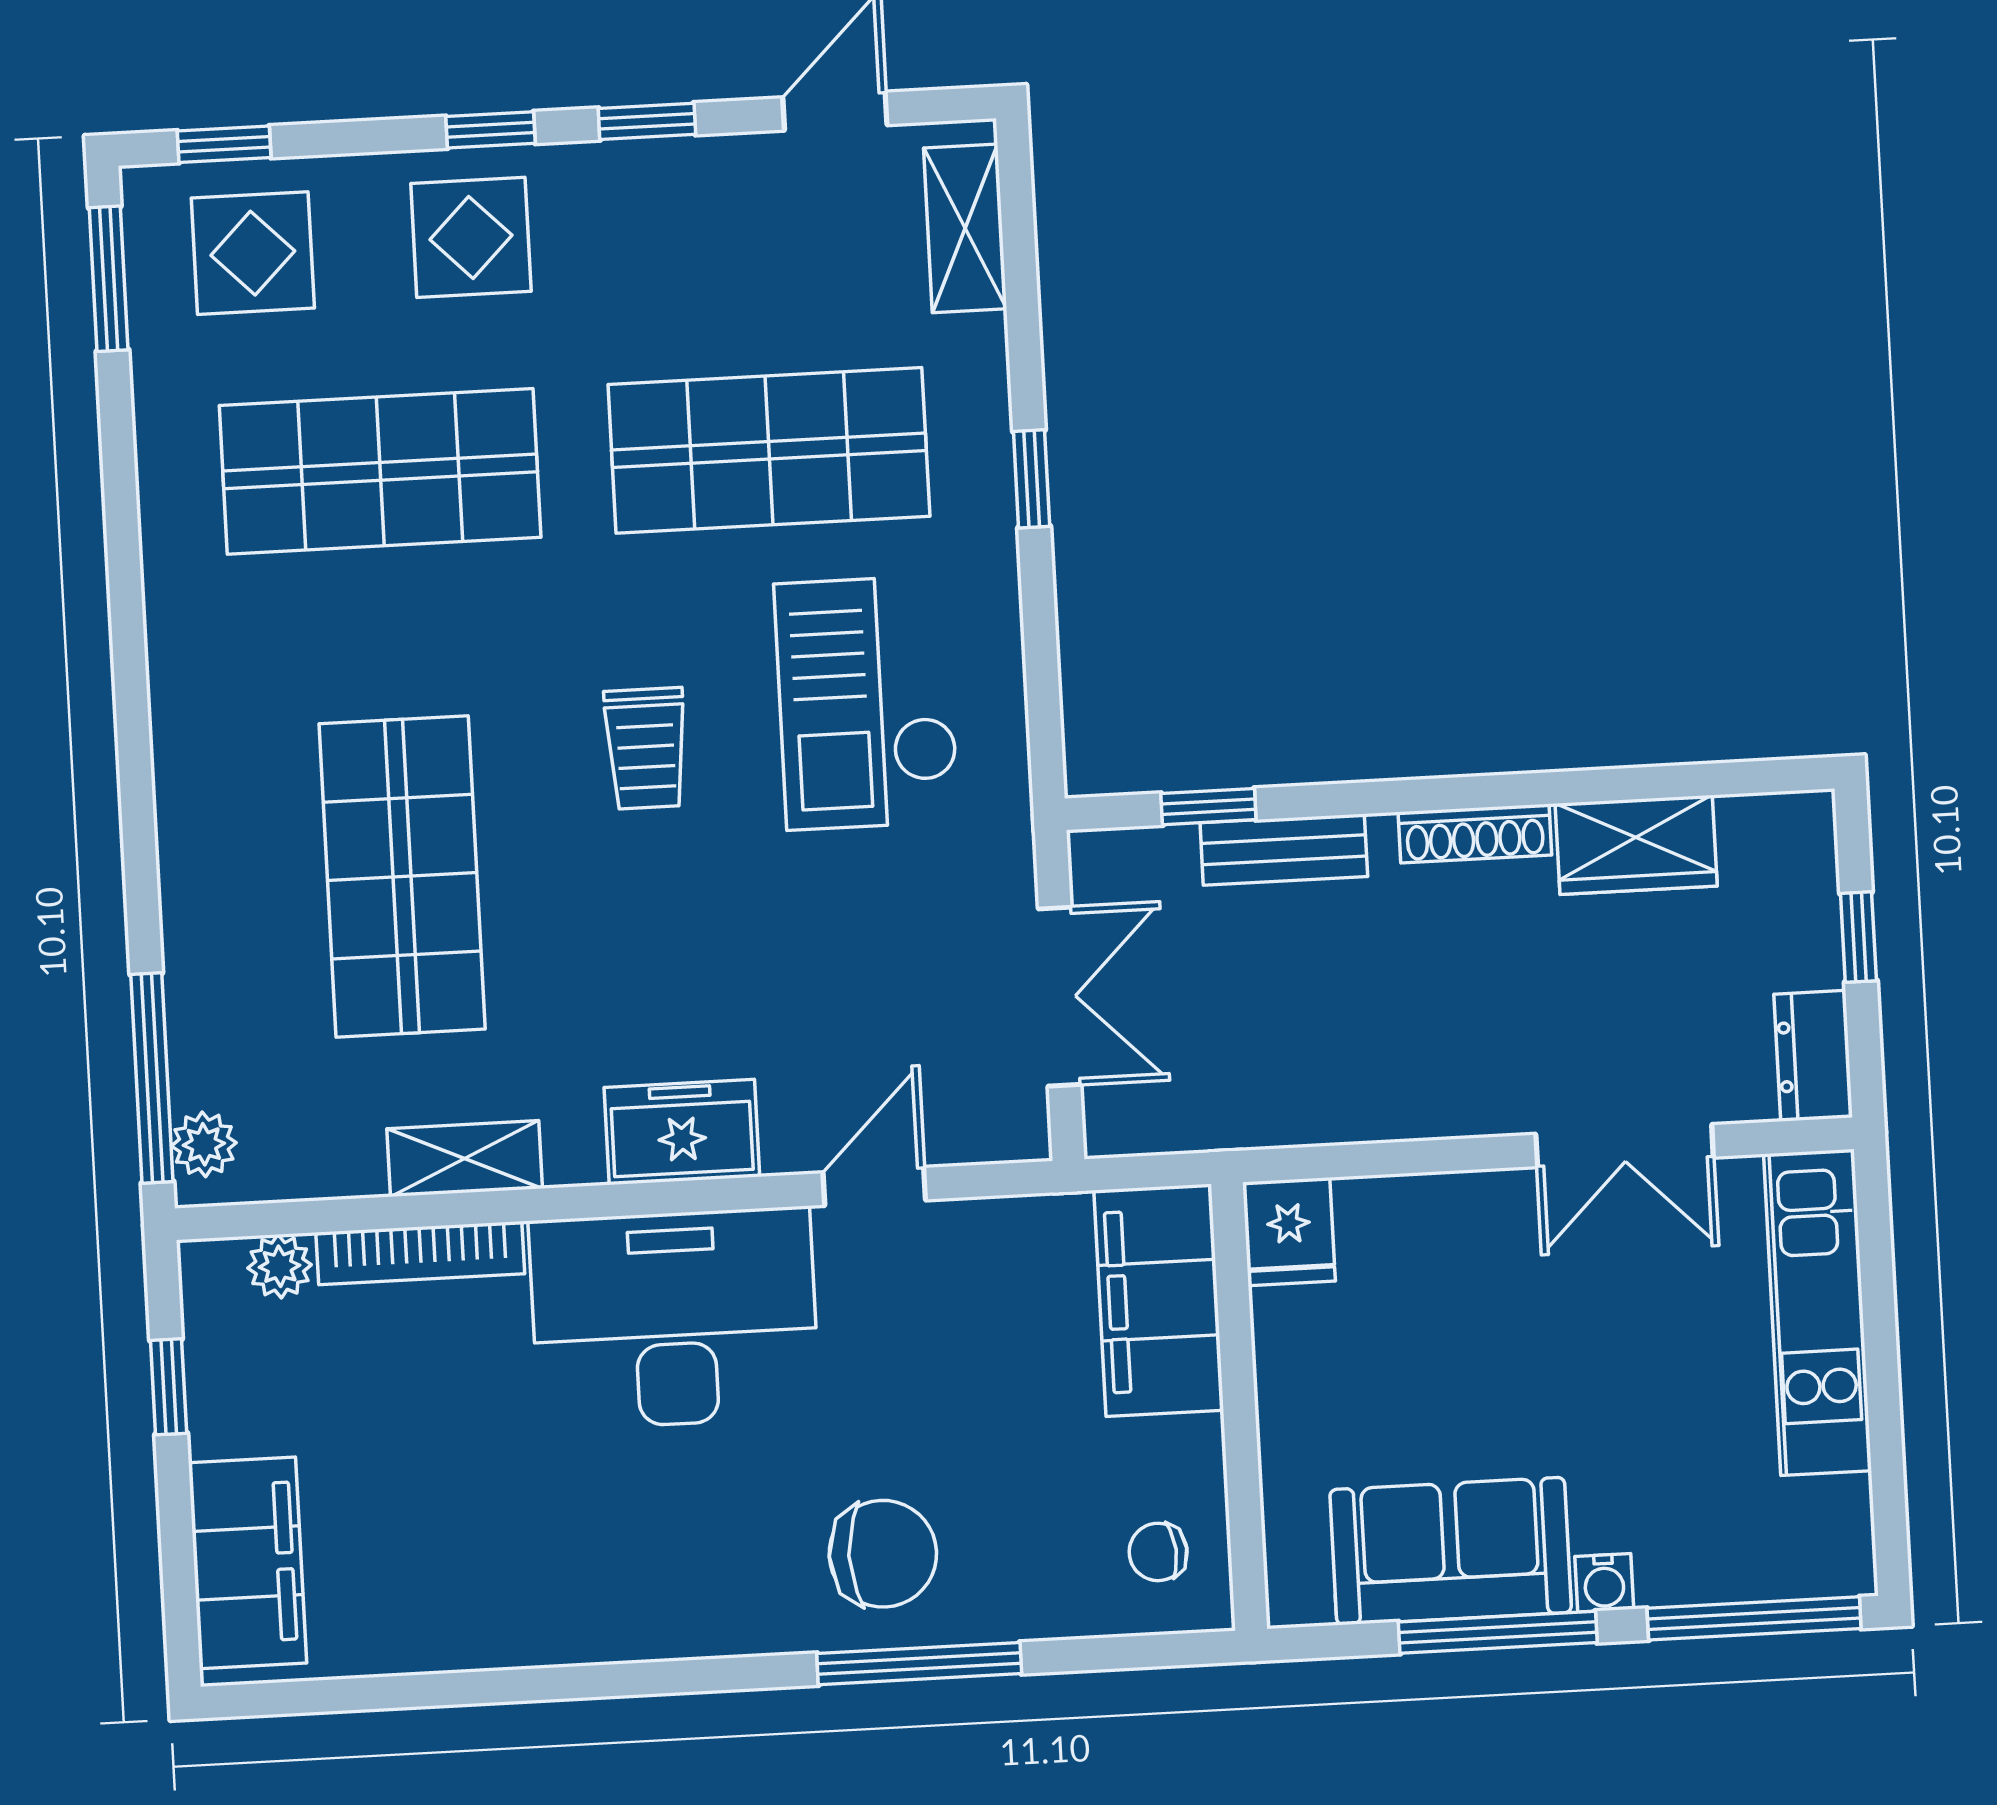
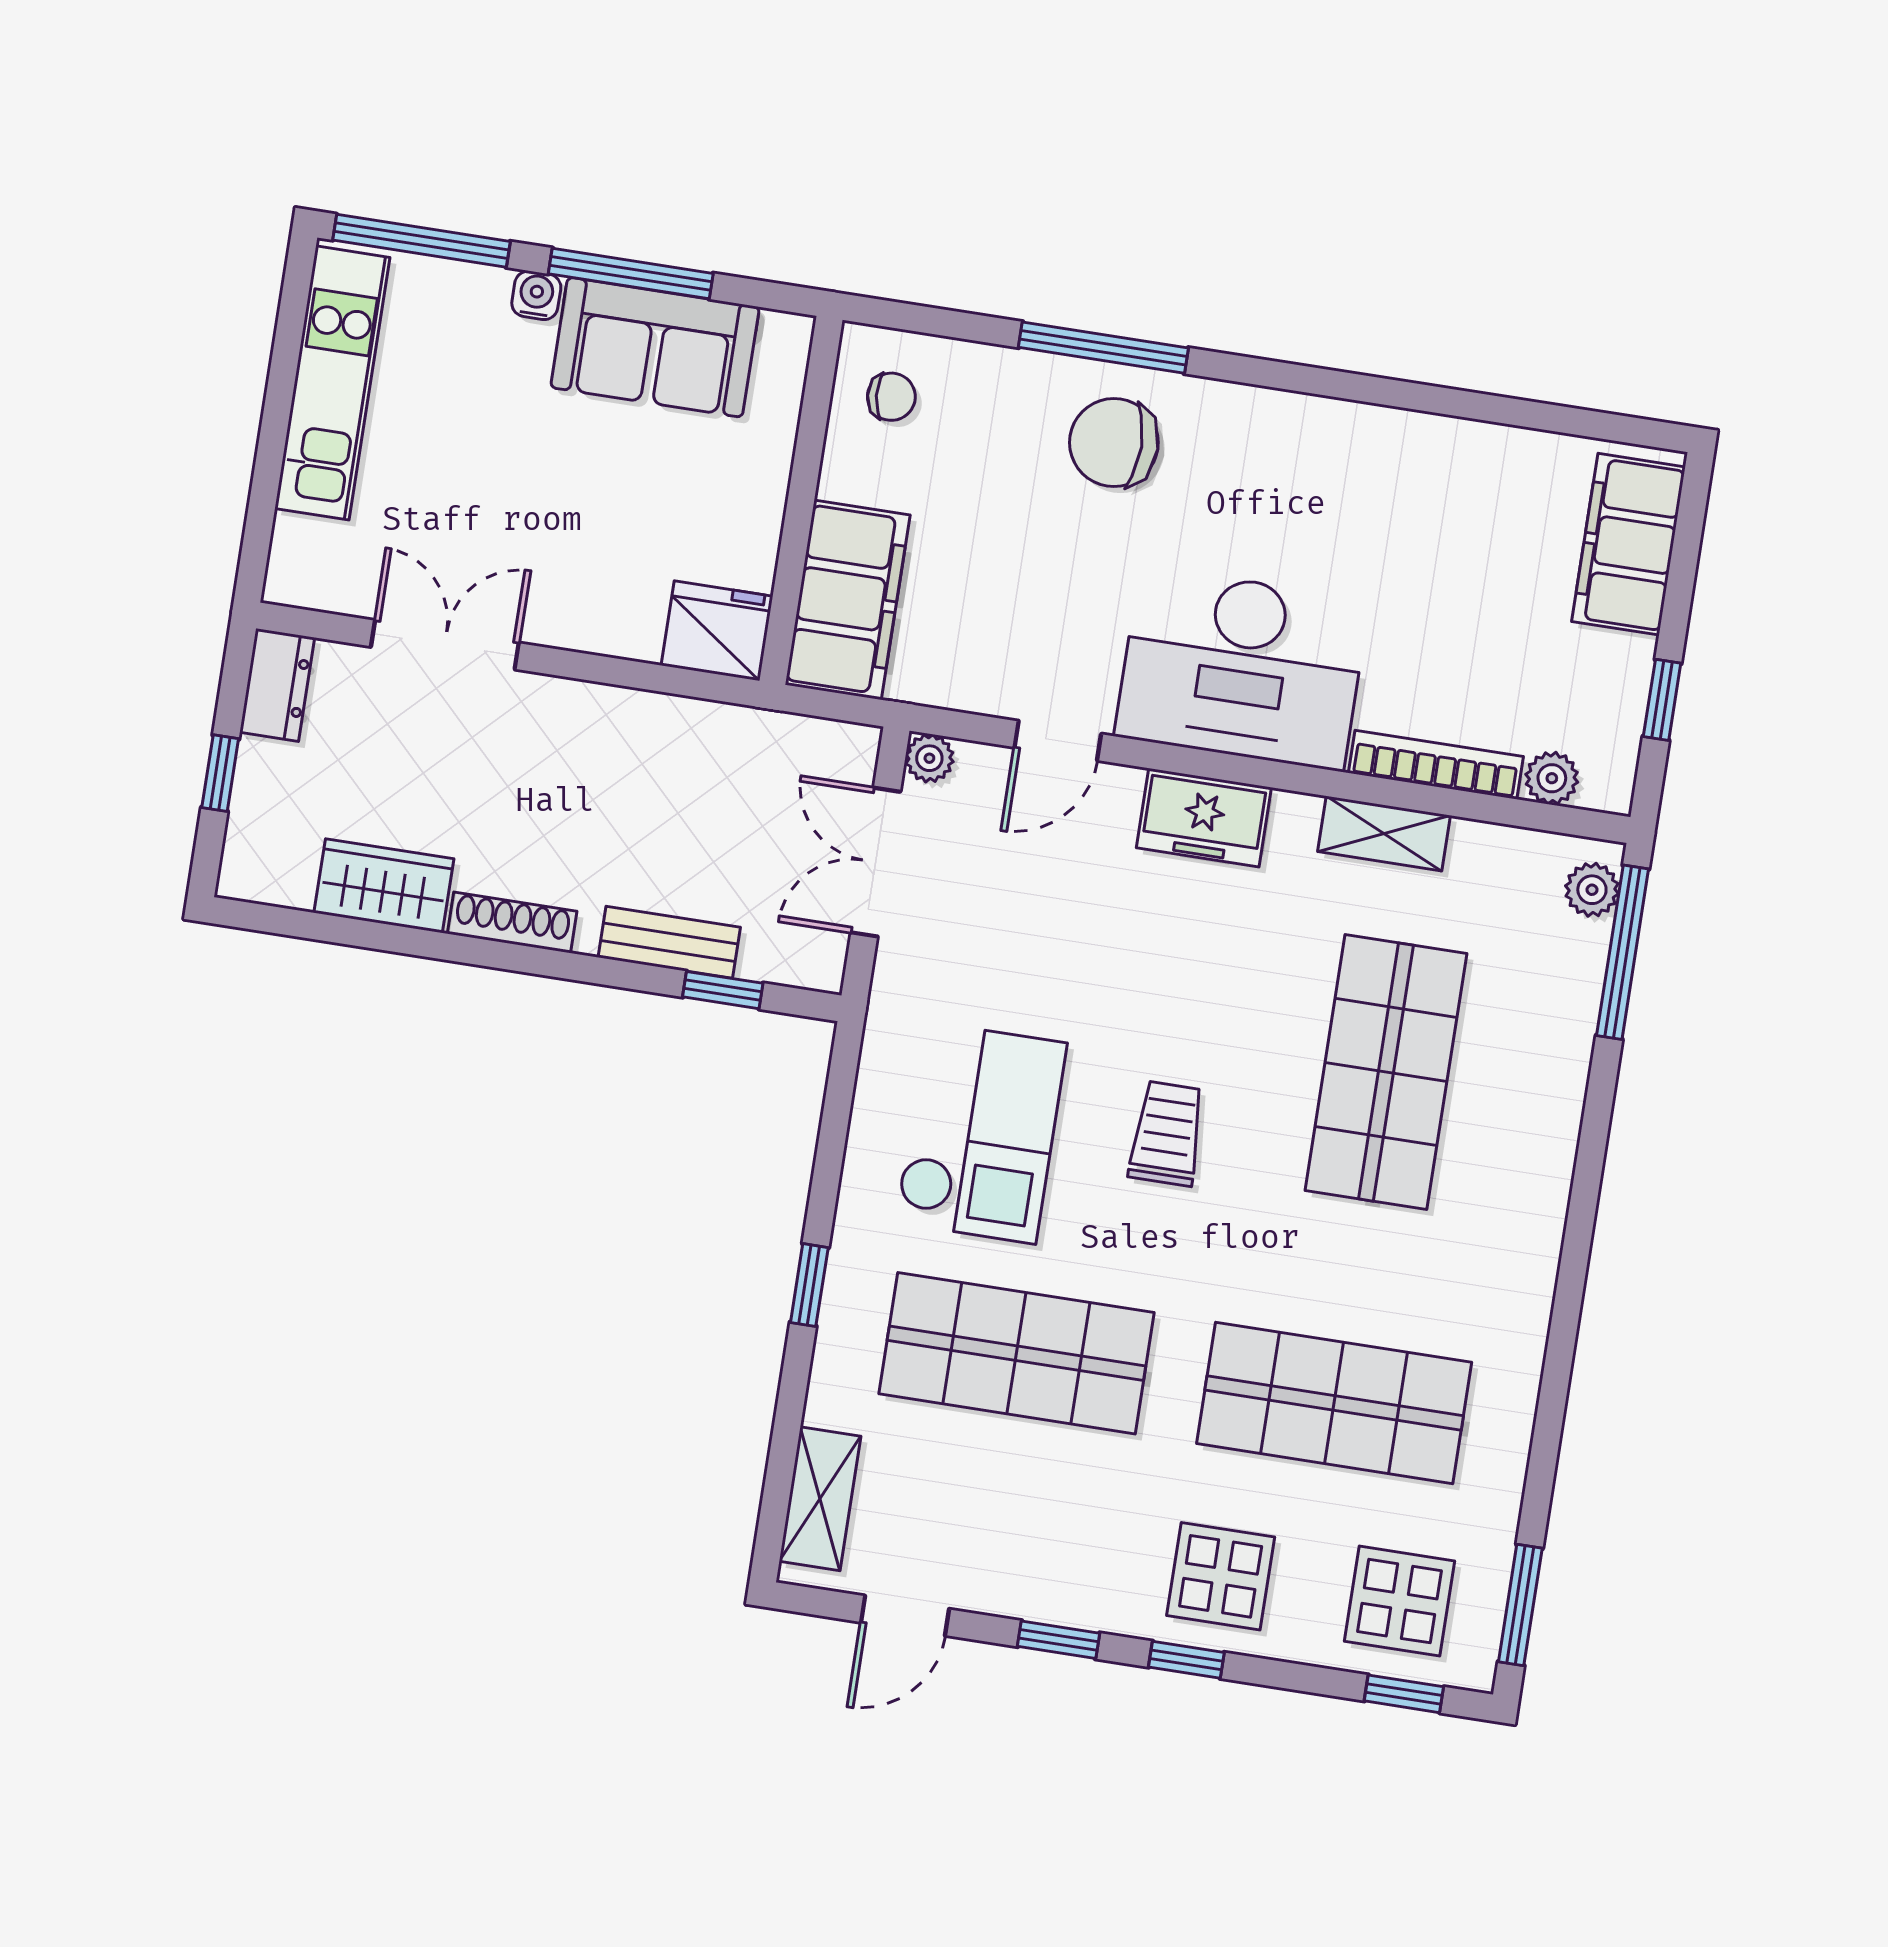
plant: (1022, 1133) -> (929, 758), added
fridge: (1289, 1232) -> (717, 631), width x1.38
kitchen unit: (1818, 1312) -> (332, 383), moved

